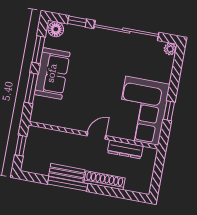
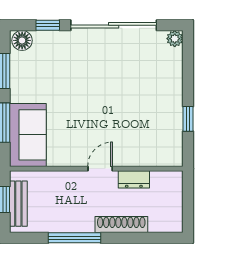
sofa: (52, 73) -> (28, 135), moved
corner sofa: (142, 111) -> (153, 125), removed
dresser: (125, 149) -> (134, 179), width x0.70
bench: (67, 173) -> (18, 204), moved, turned 90

